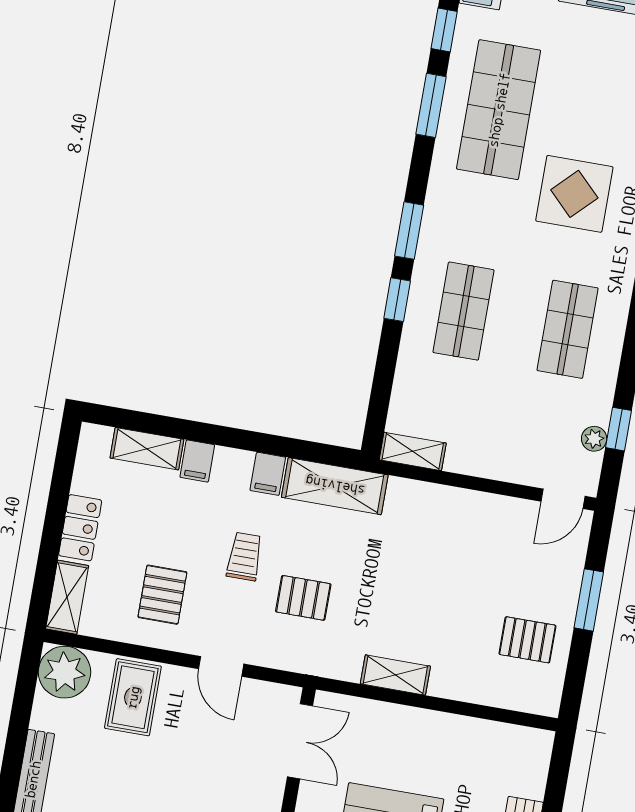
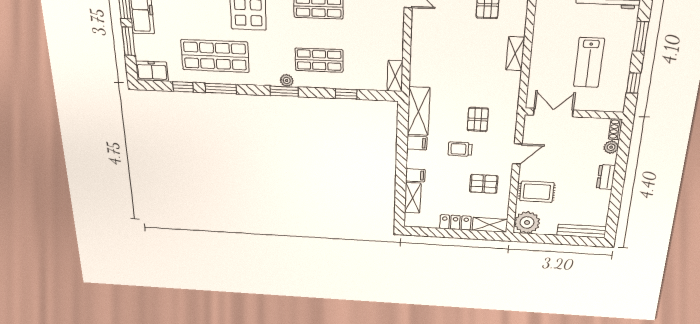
plant: (431, 240) -> (287, 80), added
window: (397, 300) -> (346, 94), moved
shelving: (395, 675) -> (515, 54), moved

